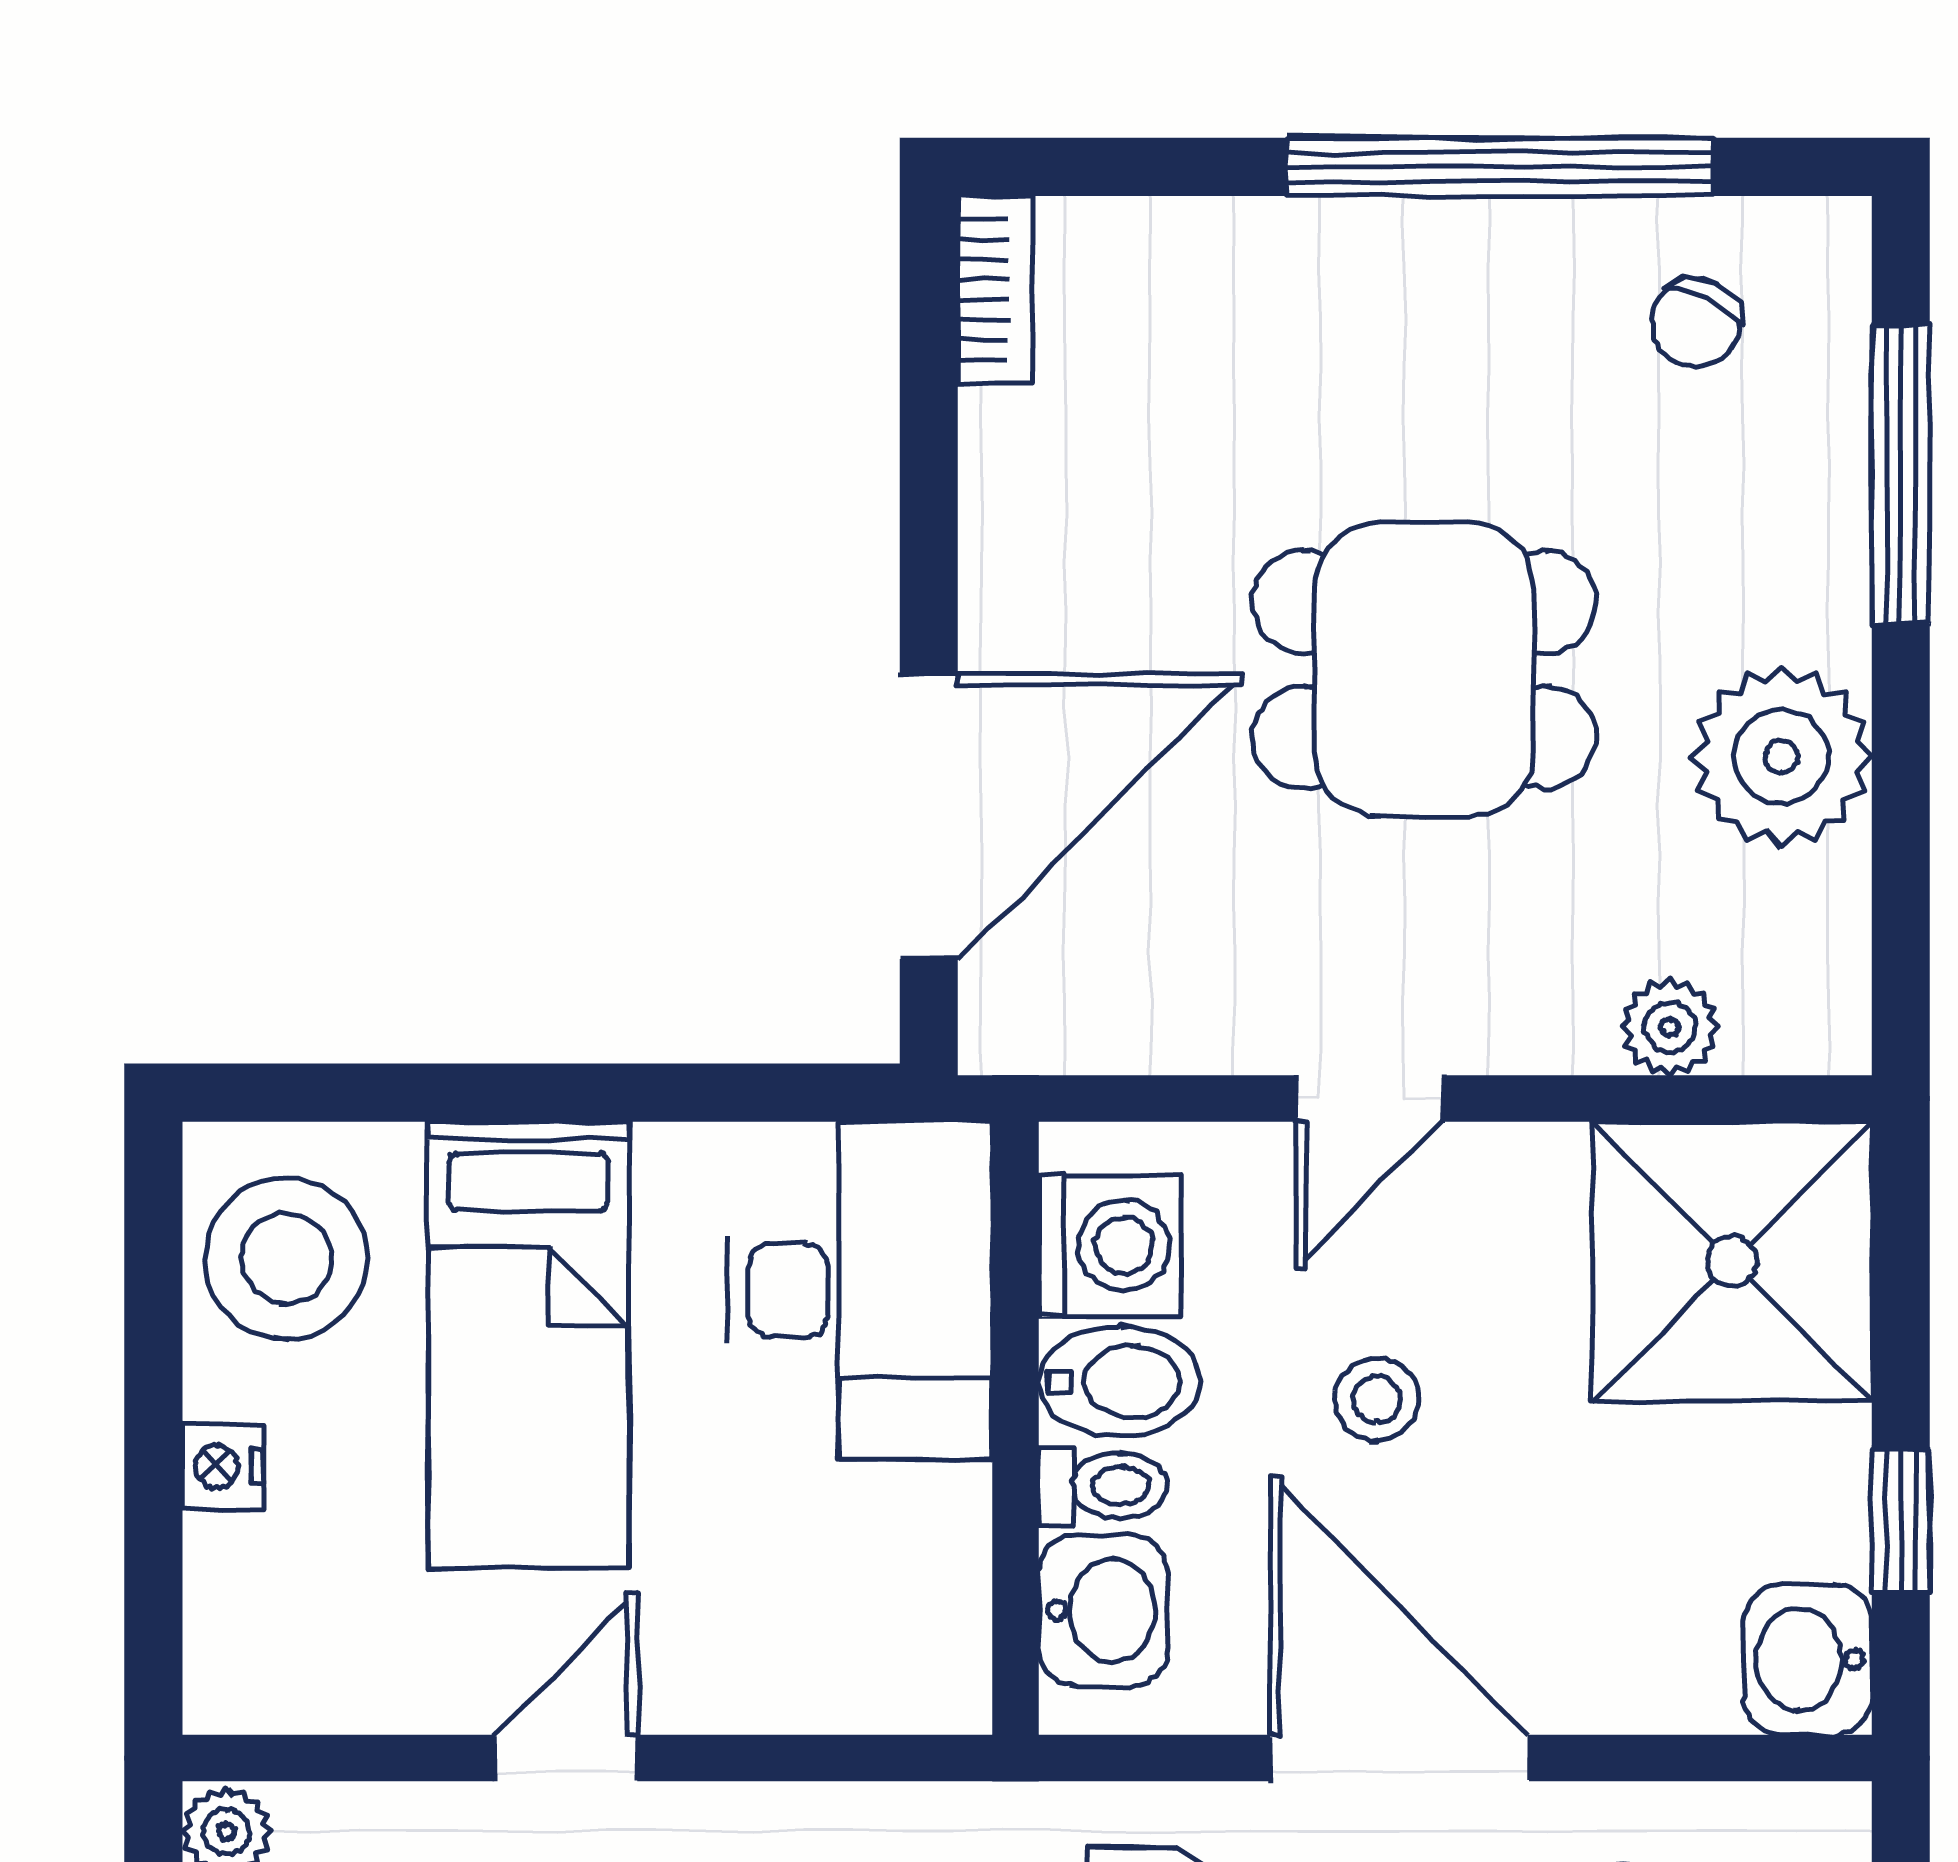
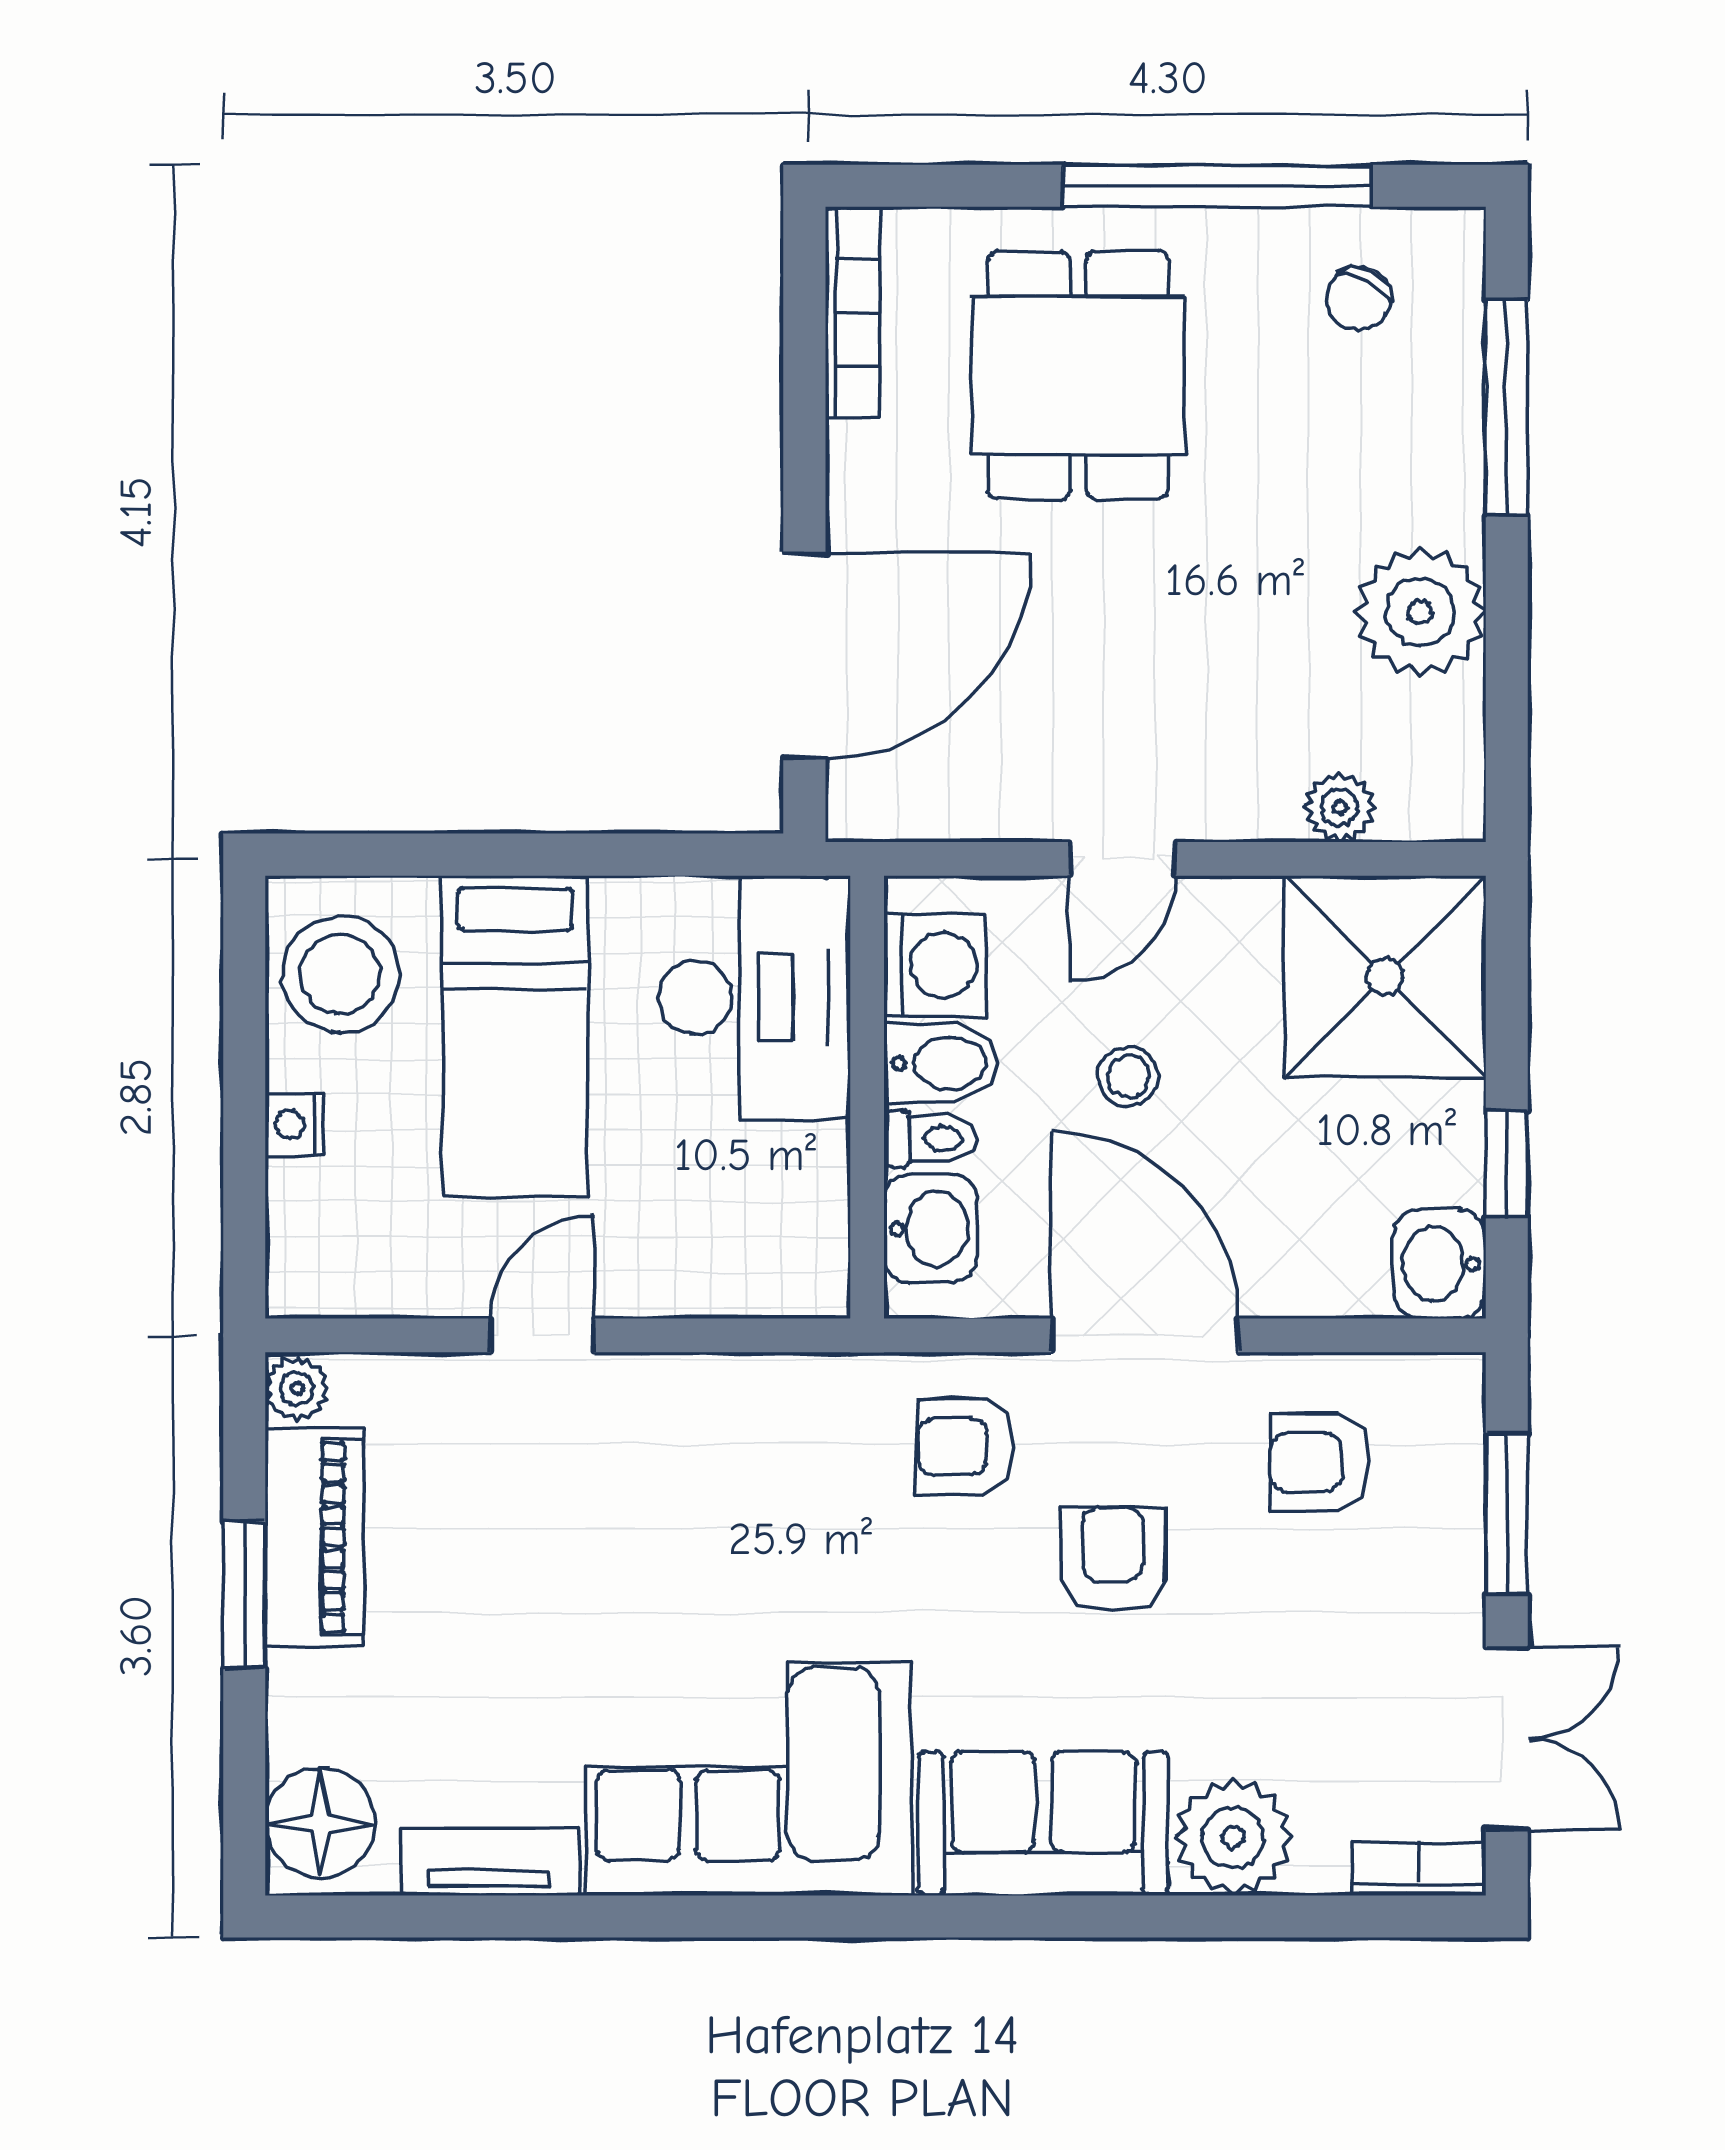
bookcase: (995, 290) -> (852, 313), width x1.56
dining table: (1424, 670) -> (1078, 375), moved, turned 90

